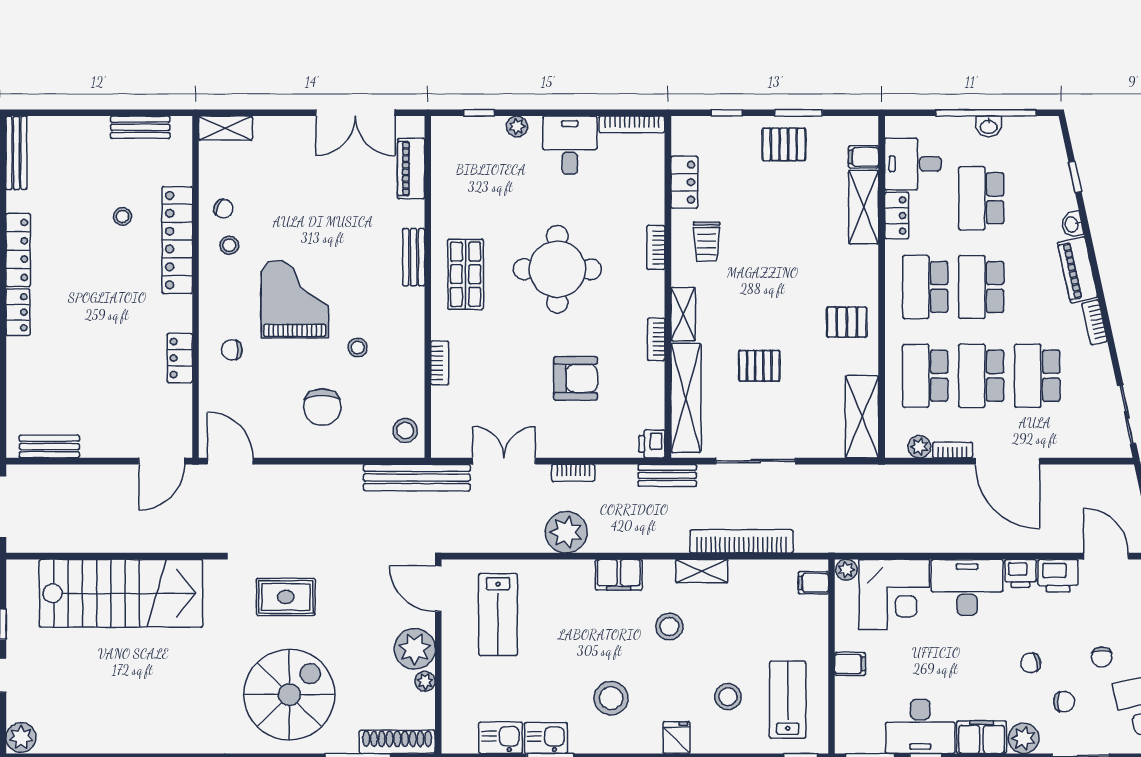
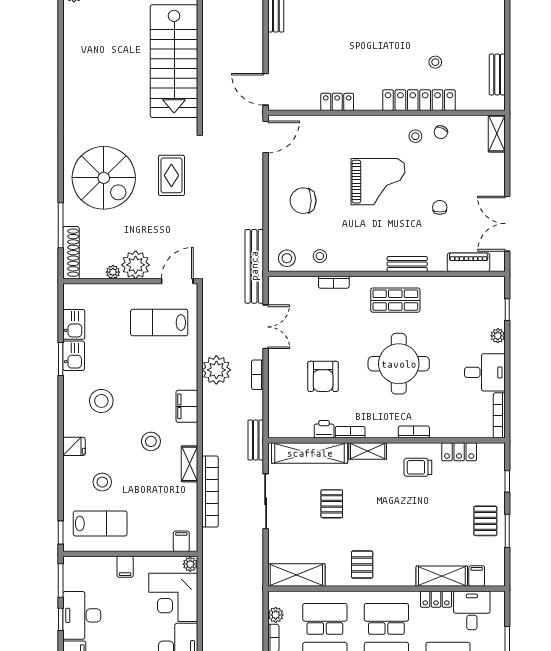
stool: (358, 348) -> (320, 256), moved
chair: (232, 350) -> (440, 207), moved
printer: (652, 444) -> (324, 429), moved

